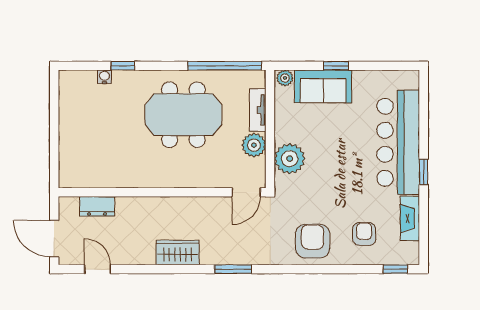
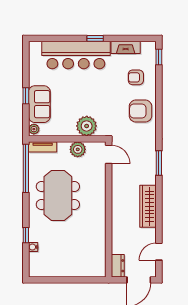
tv unit: (258, 110) -> (43, 147), moved
dresser: (97, 206) -> (118, 266), moved
wardrobe: (178, 253) -> (148, 206), width x1.50

